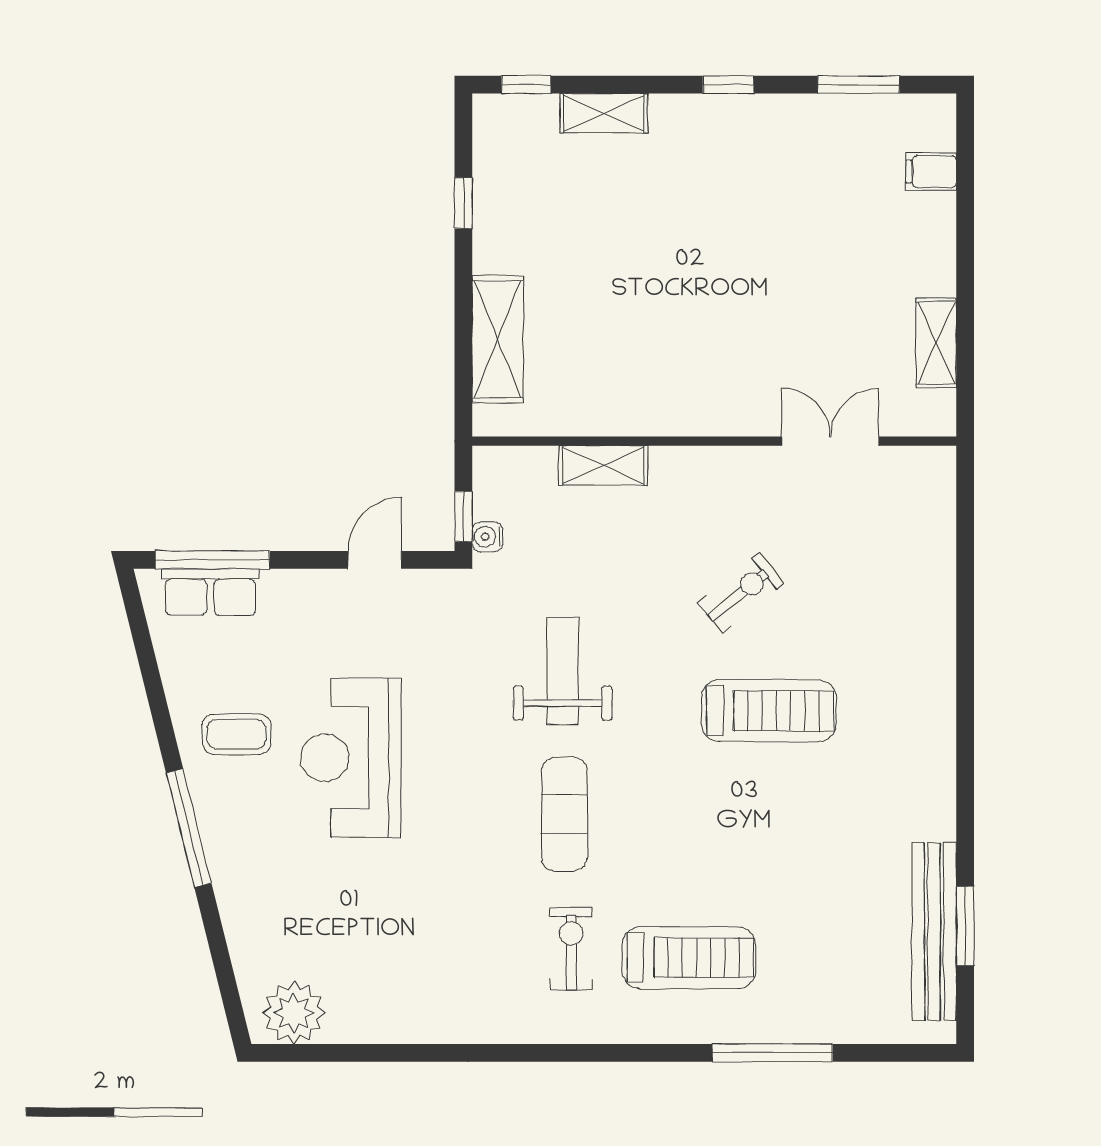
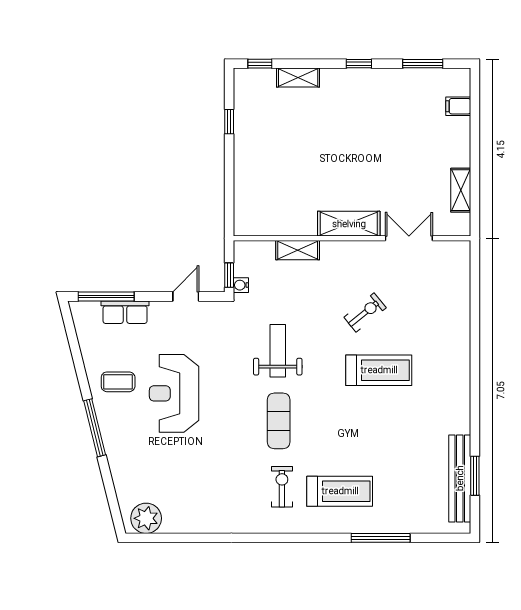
shelving: (498, 339) -> (349, 224), moved, turned 90
row of seats: (210, 592) -> (125, 312), moved

